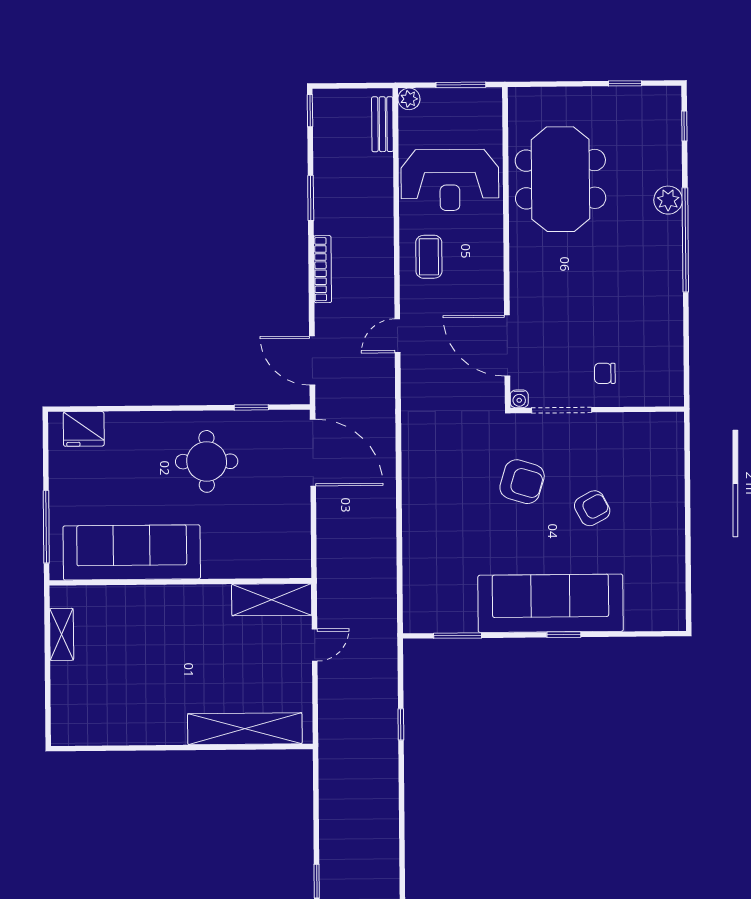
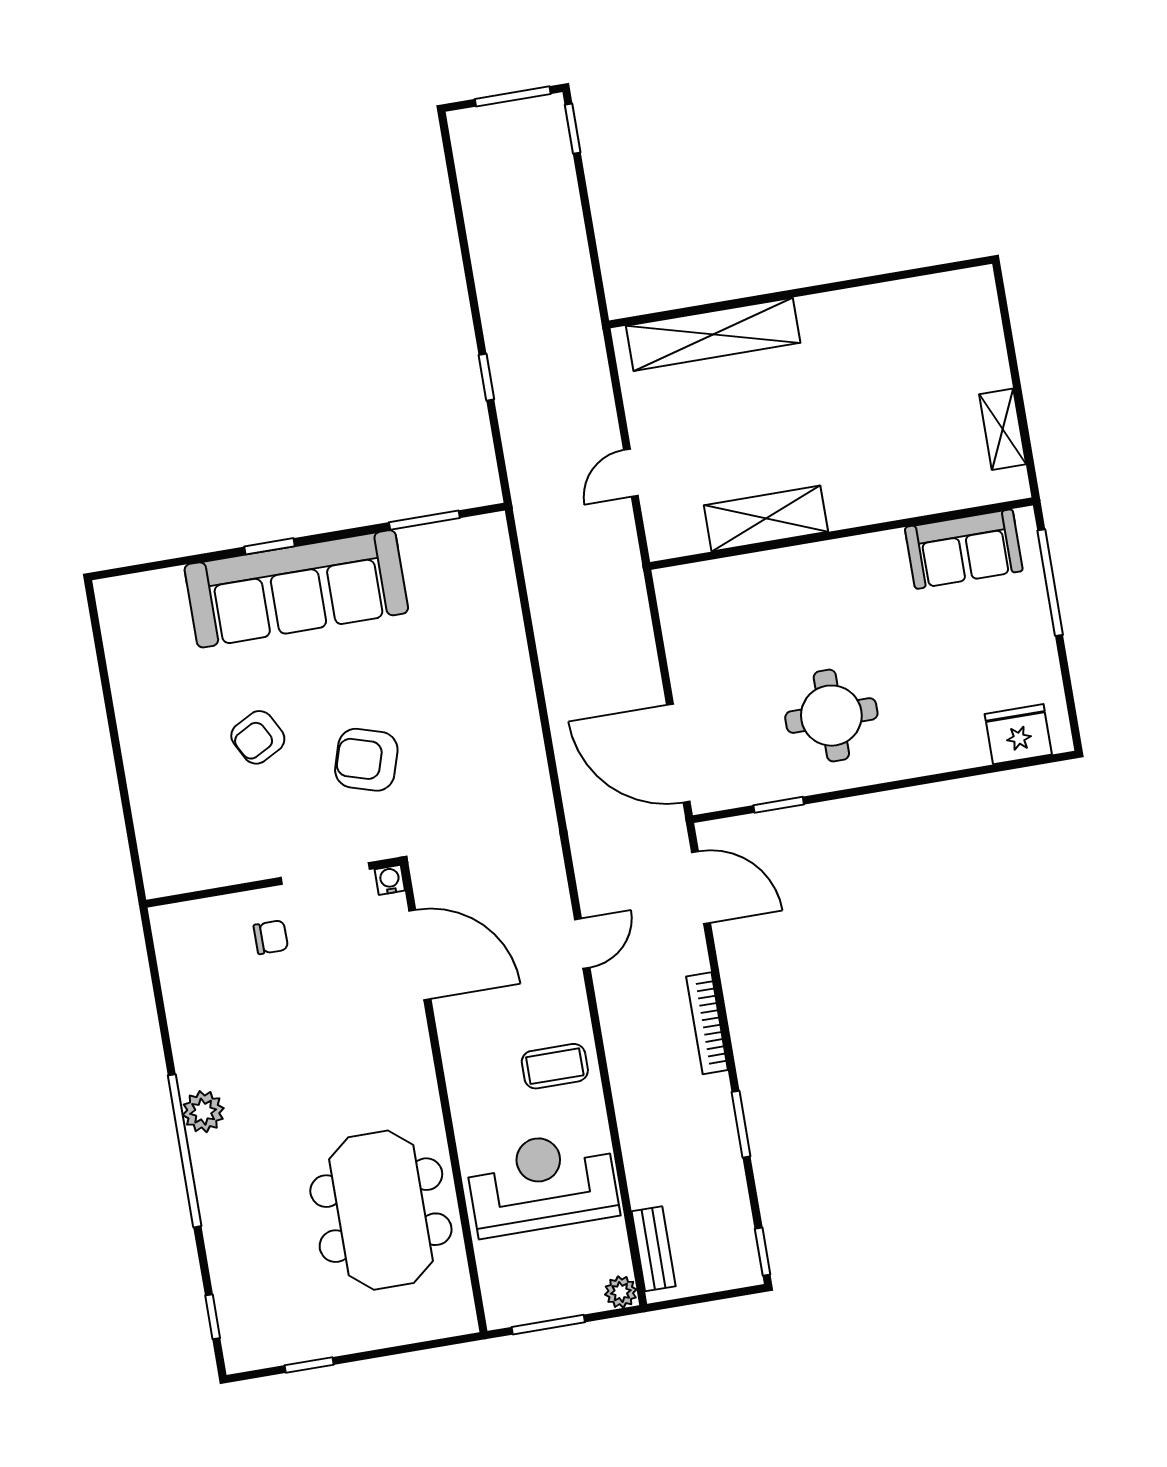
plant: (668, 200) -> (203, 1112), moved
coffee table: (429, 257) -> (555, 1066), turned 90
sofa: (132, 552) -> (964, 549), width x0.54, depth x0.79
shelving: (272, 600) -> (766, 519), moved

